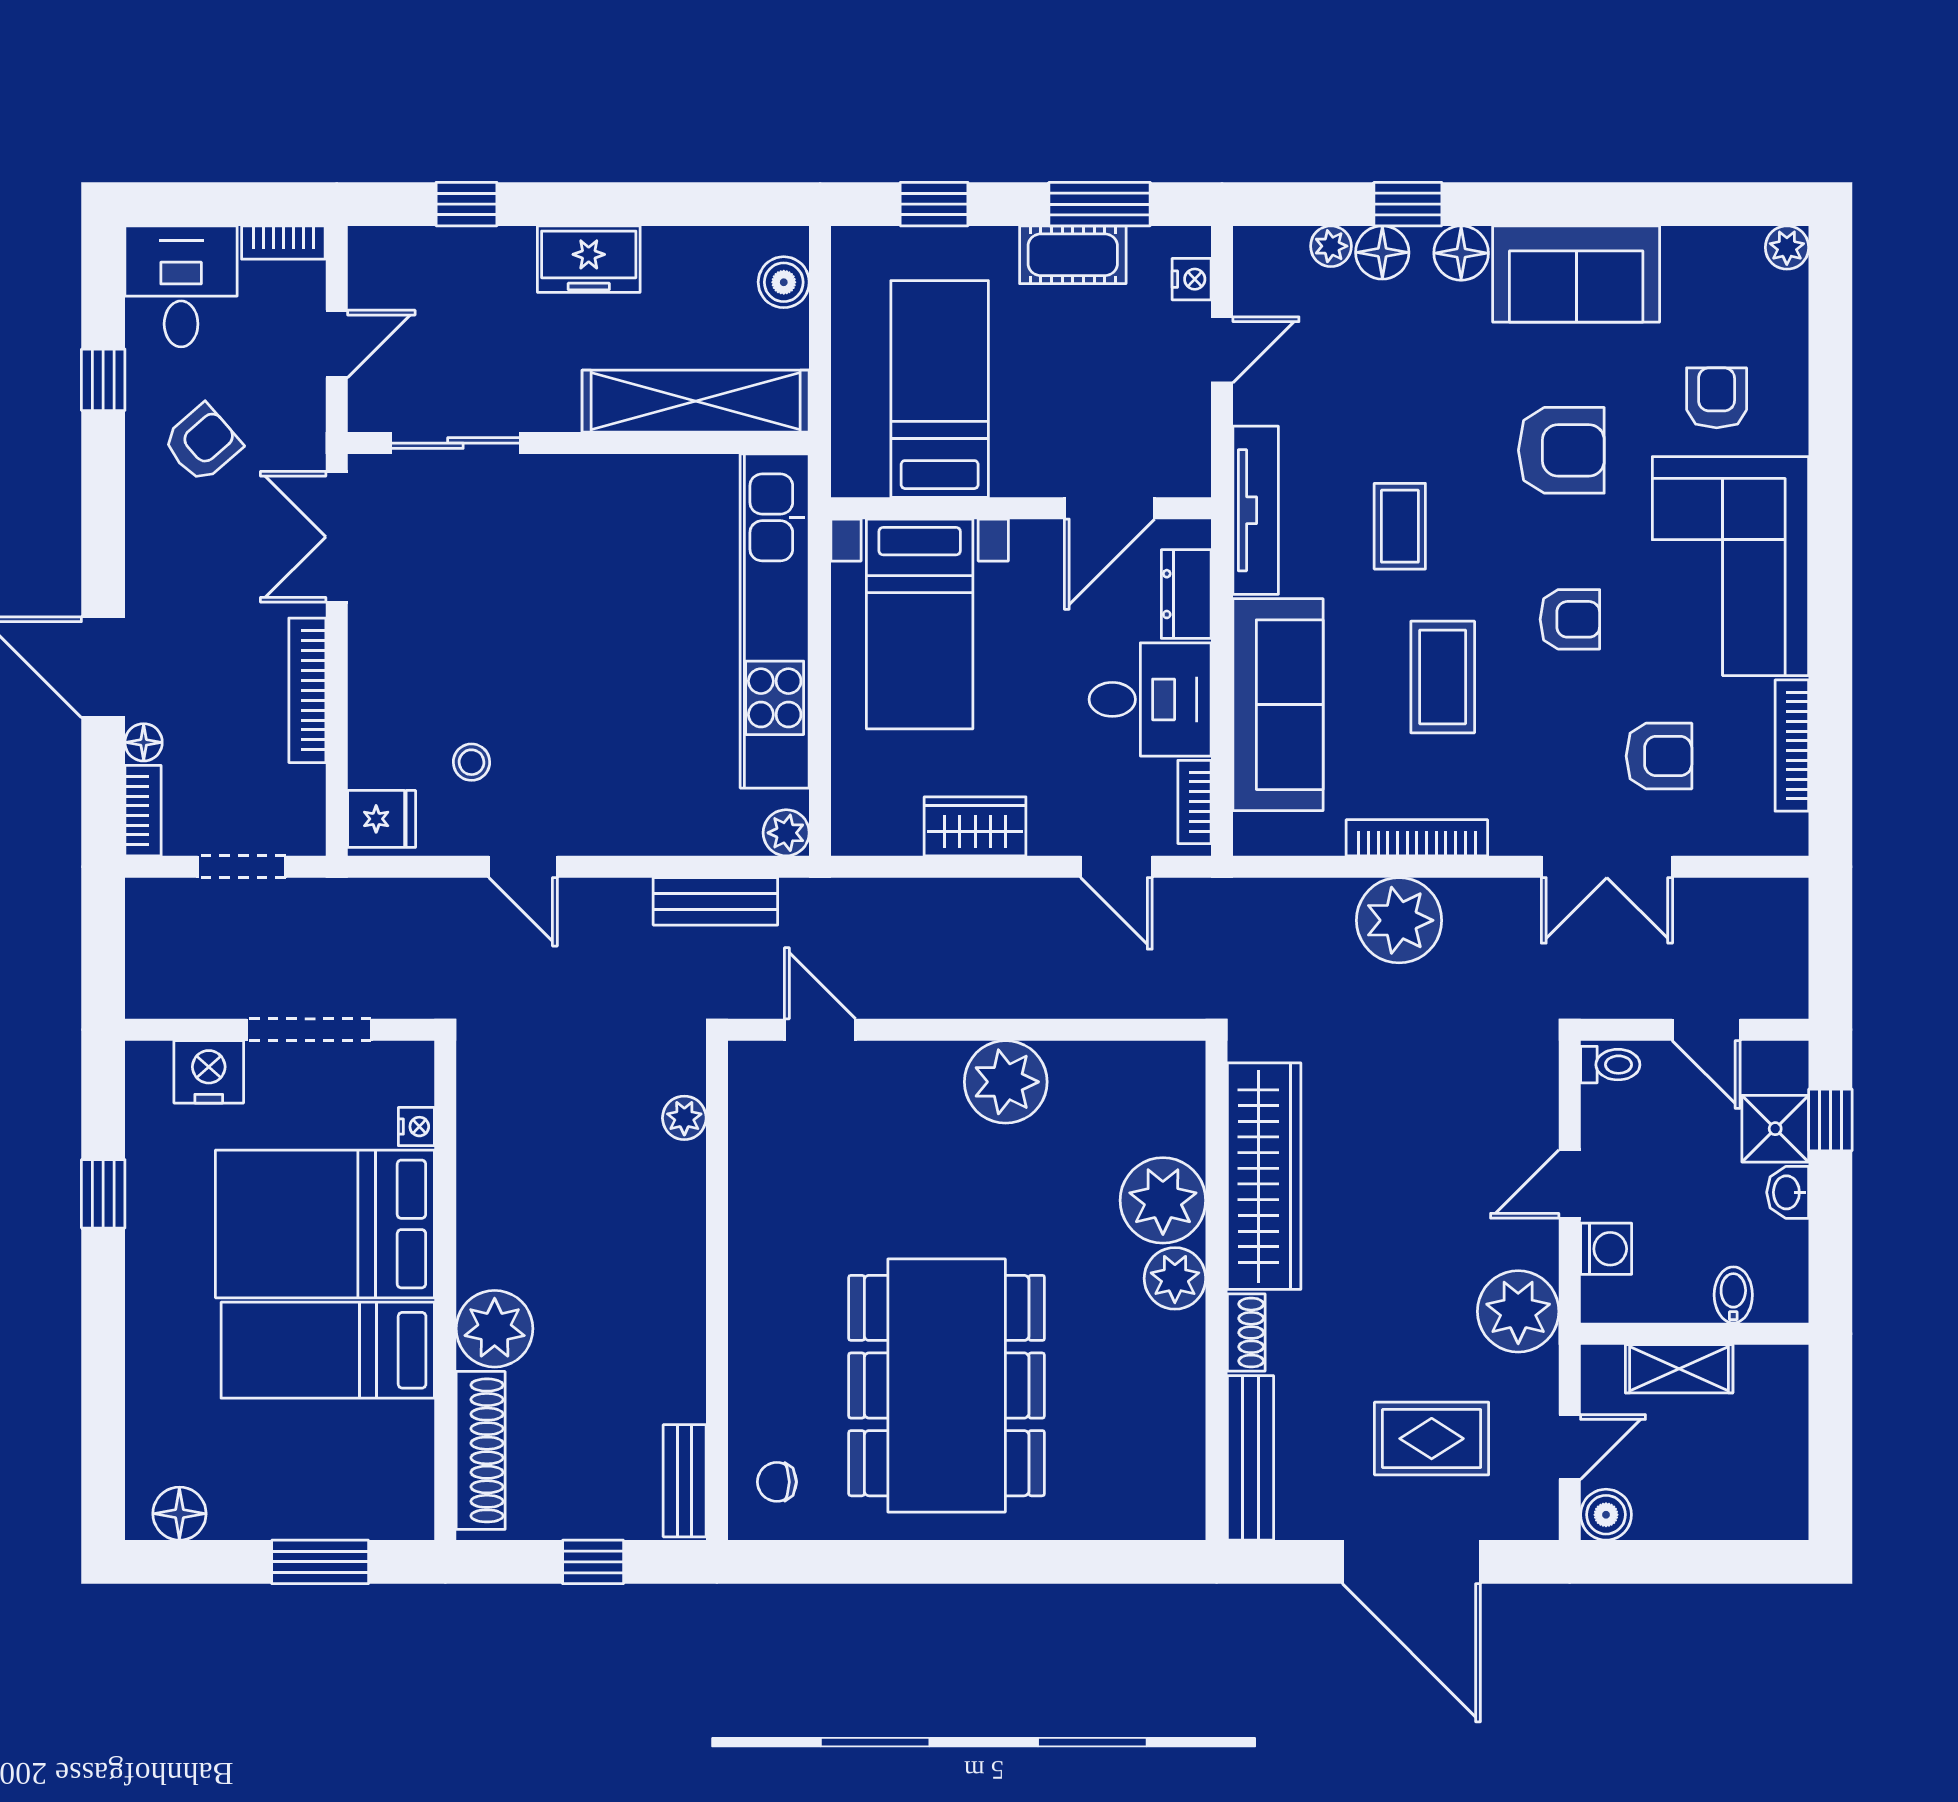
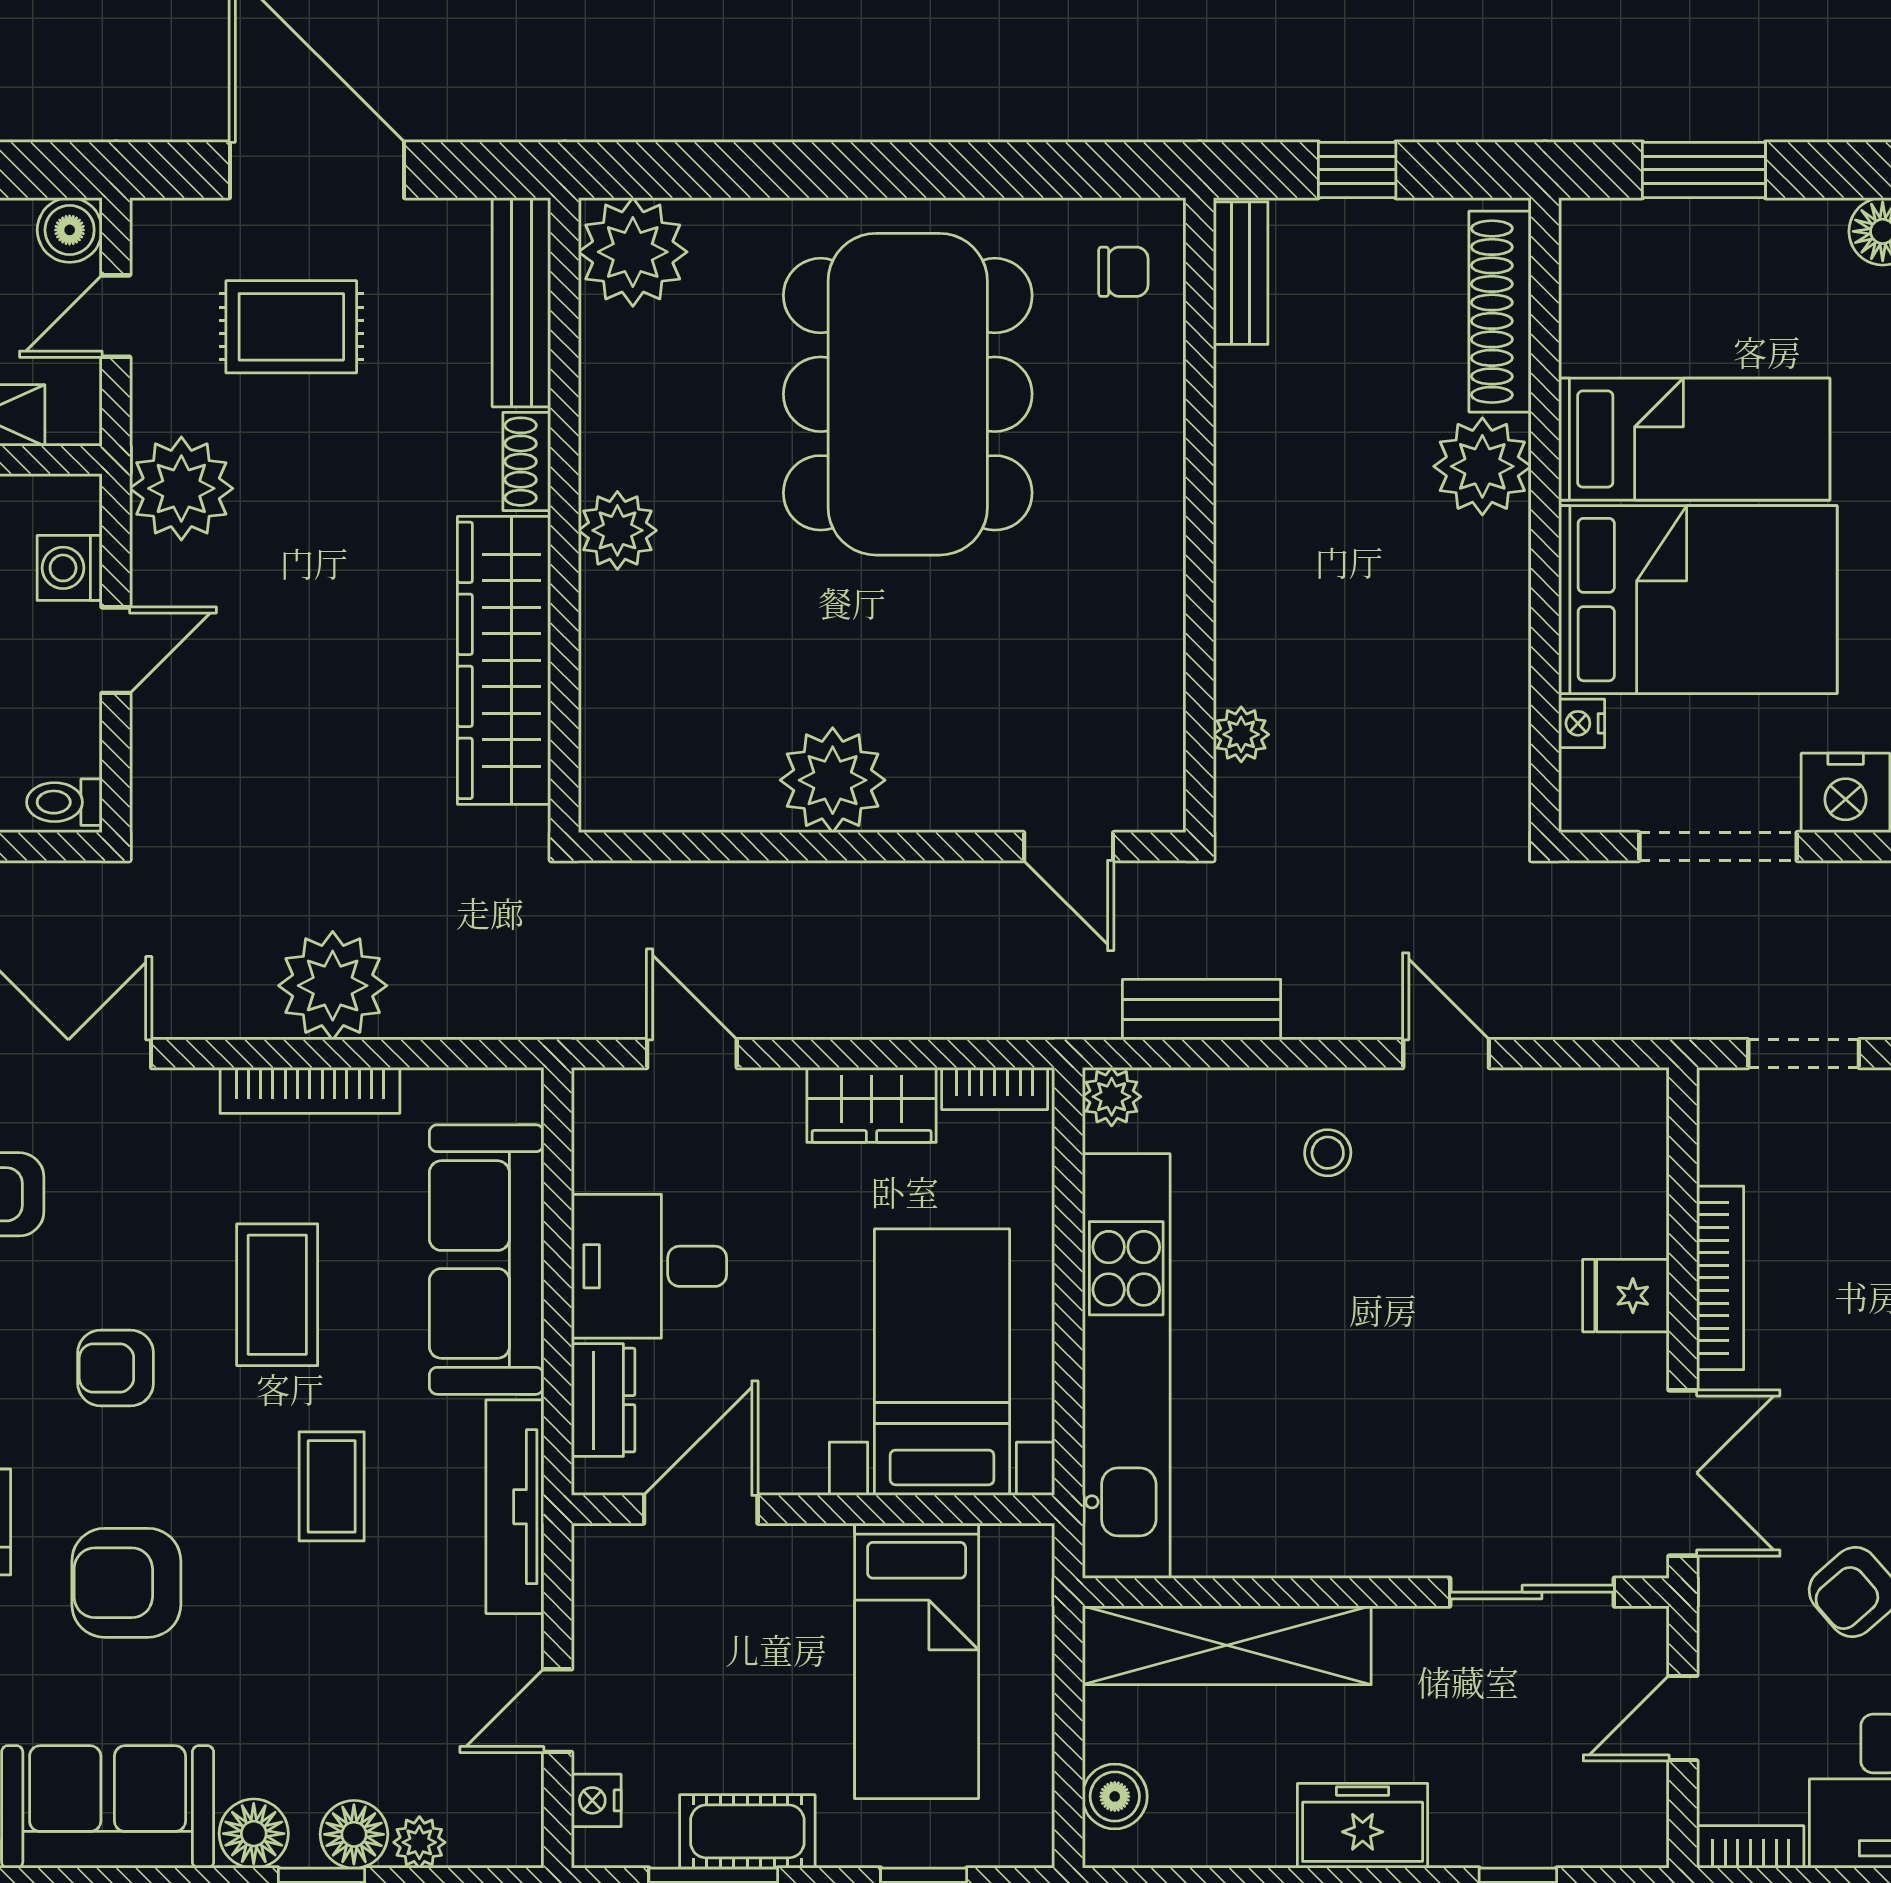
stool: (471, 762) -> (1328, 1153), moved
bookcase: (1195, 802) -> (995, 1089), moved, turned 90
fridge: (382, 819) -> (1626, 1296), moved
plant: (1163, 1200) -> (633, 252), moved

